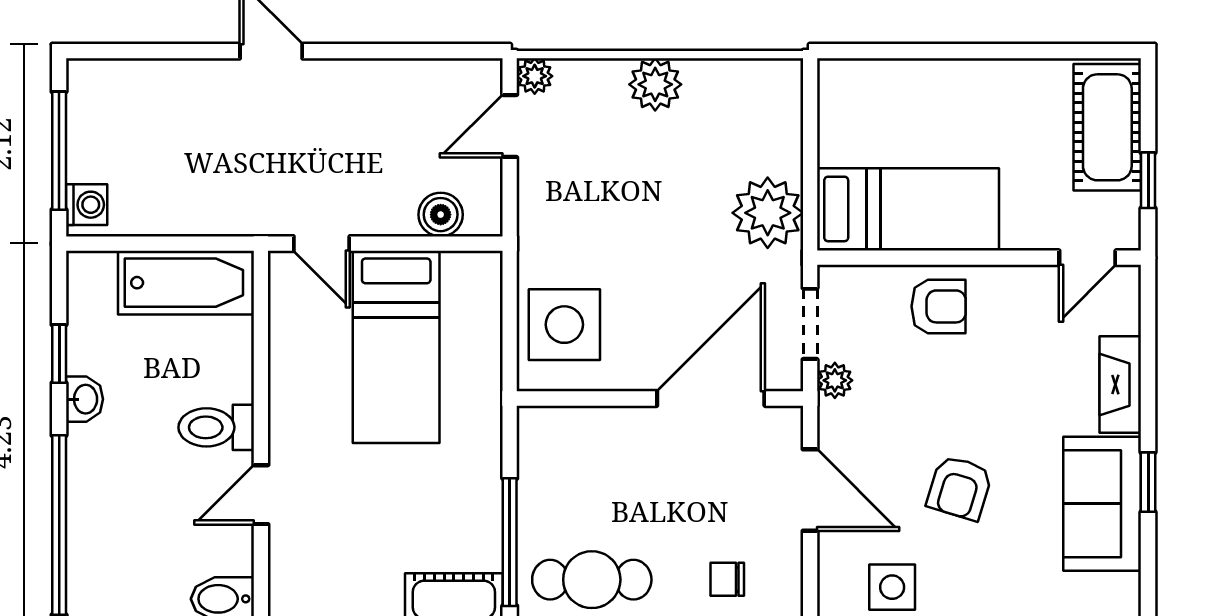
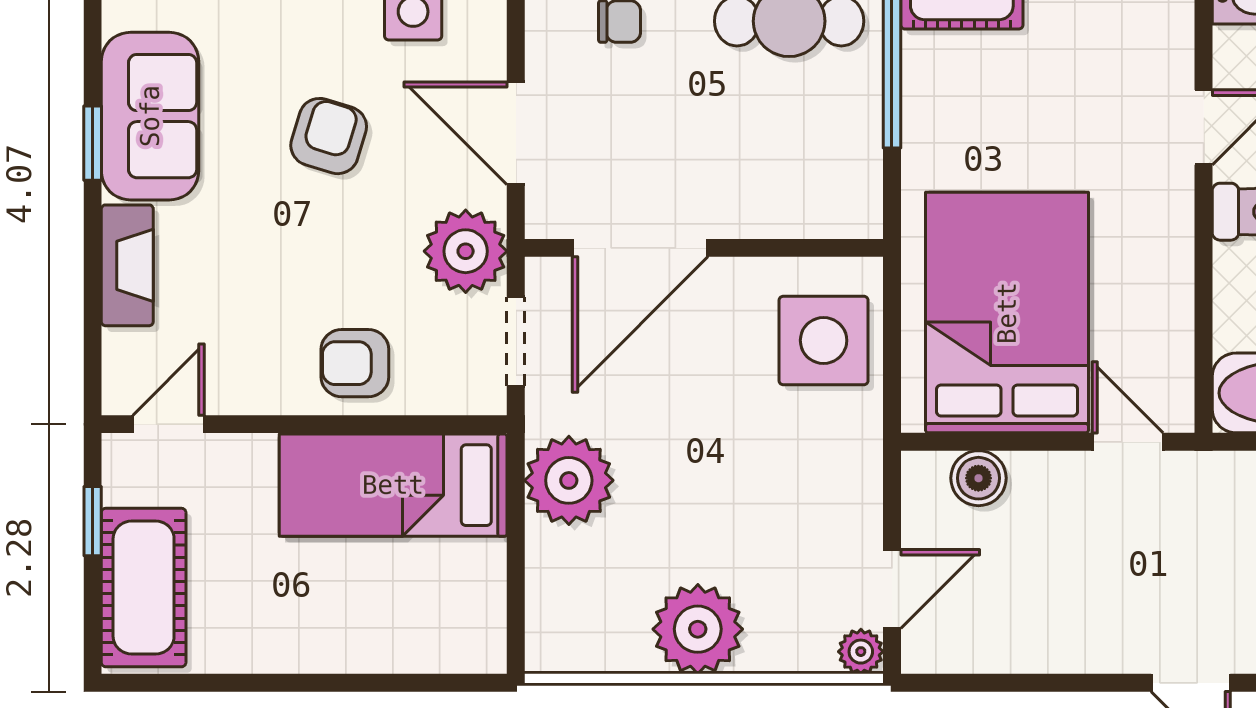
plant: (655, 84) -> (698, 629), width x1.36, depth x1.36
bed: (396, 347) -> (1007, 313), width x1.50
plant: (835, 380) -> (466, 251), width x1.88, depth x1.88

